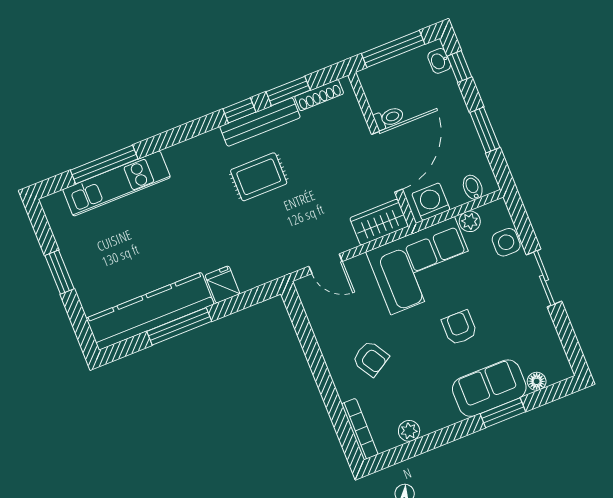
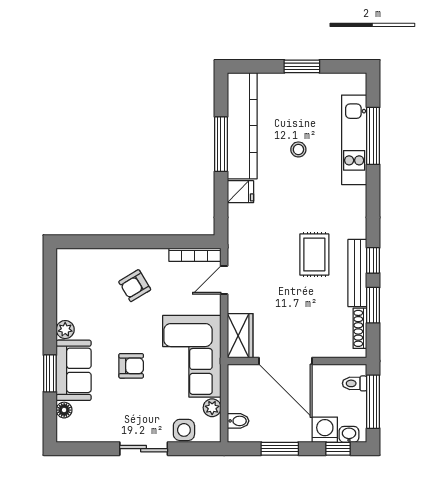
toilet: (389, 118) -> (355, 383), moved, turned 90
washing machine: (431, 202) -> (325, 430), moved, turned -90
stool: (151, 240) -> (298, 149), added
bookcase: (360, 429) -> (195, 255), moved
plant: (409, 431) -> (65, 330), moved

